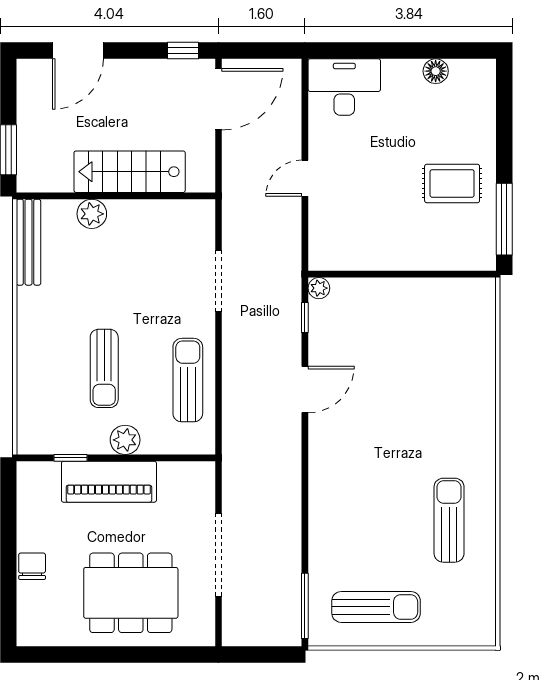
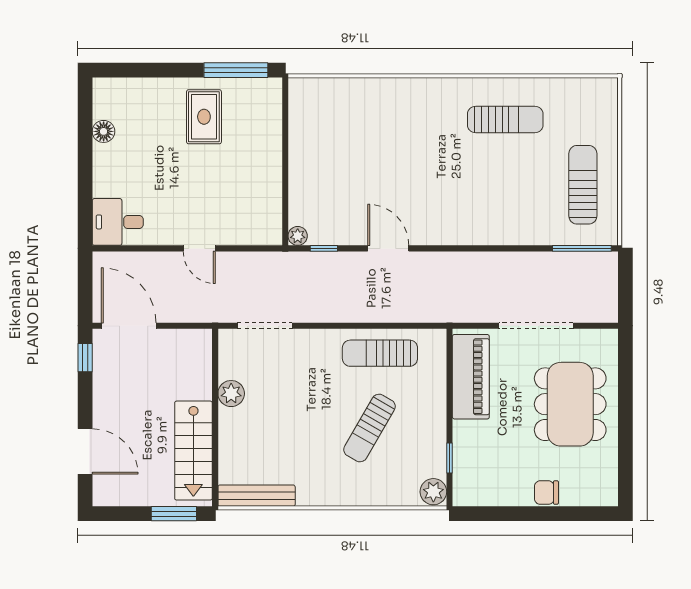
desk: (344, 87) -> (118, 222), width x0.73
stairs: (130, 172) -> (193, 451), moved
plant: (92, 214) -> (231, 394), moved
doorway: (219, 281) -> (265, 326), moved
sun lounger: (104, 368) -> (369, 428), turned 120
plant: (125, 440) -> (433, 492), moved
piano: (109, 482) -> (471, 377), moved
sun lounger: (449, 520) -> (505, 120), turned 180

